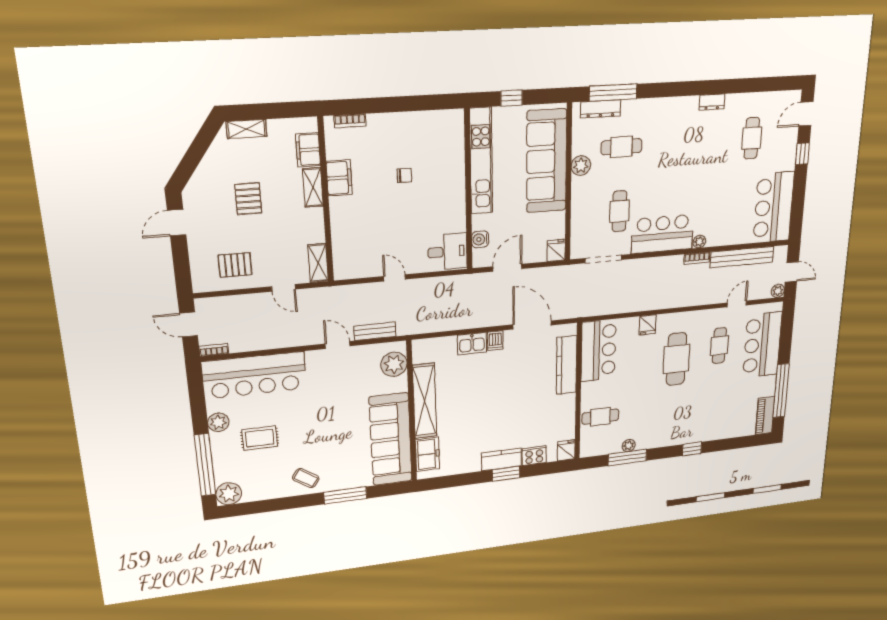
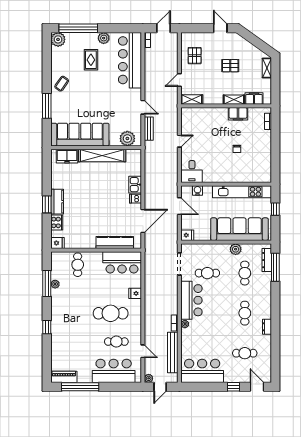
cafe table: (688, 142) -> (245, 313), added
door: (338, 345) -> (143, 107), hinge flipped

